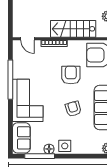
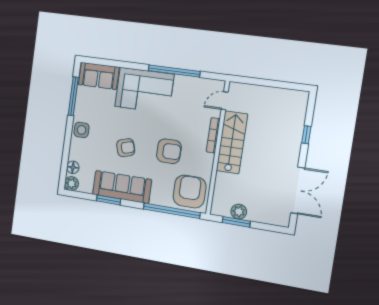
stairs: (73, 29) -> (232, 142), moved
floor lamp: (49, 149) -> (73, 167), moved

